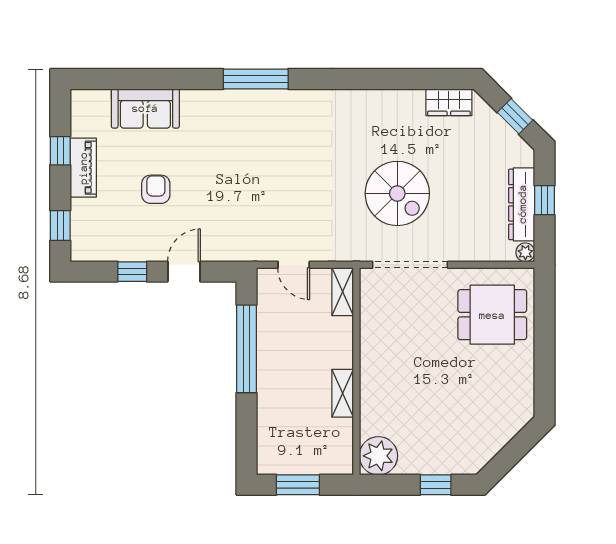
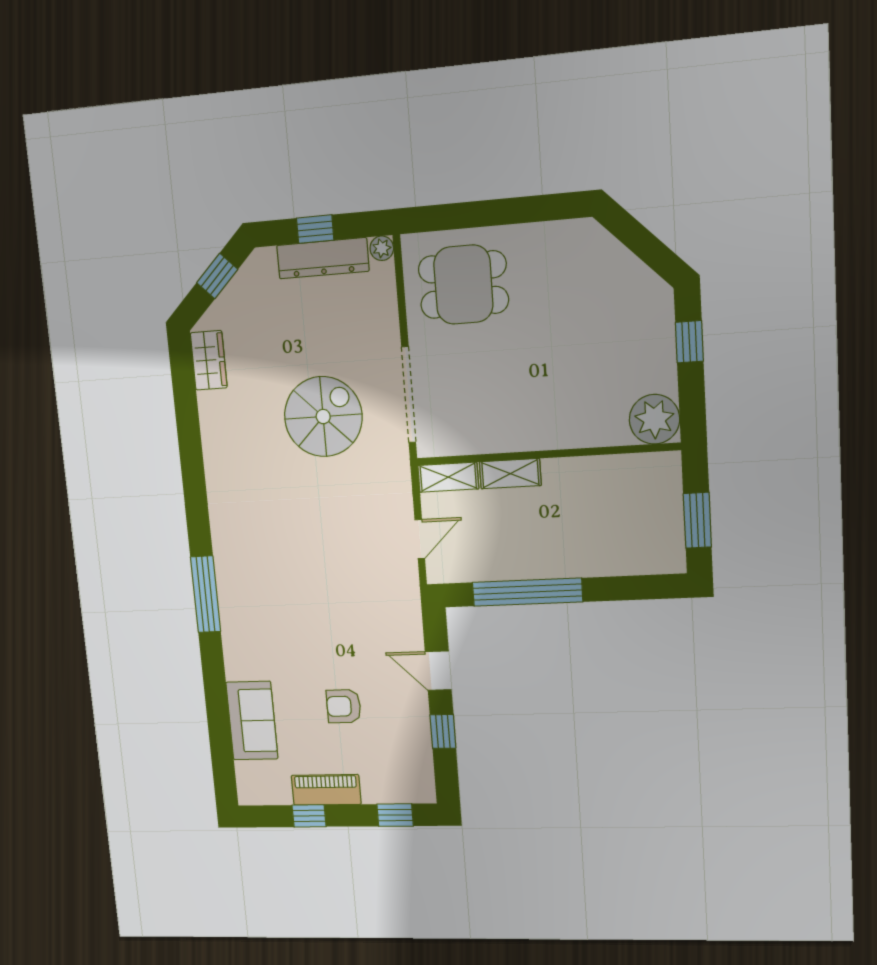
dining table: (492, 315) -> (463, 285), turned 90
shelving: (343, 393) -> (510, 474), moved

